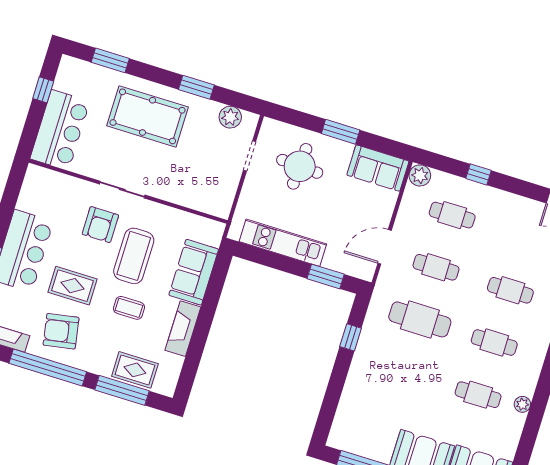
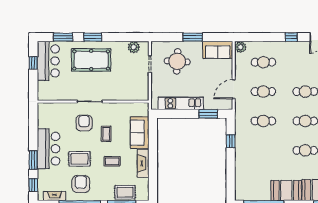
window: (196, 87) -> (93, 37), moved
bar counter: (60, 130) -> (48, 61), moved
window: (478, 174) -> (291, 37), moved
armchair: (100, 225) -> (84, 123), turned 180
coffee table: (134, 256) -> (106, 134), width x0.54, depth x0.58
cafe table: (420, 319) -> (263, 121), width x0.73, depth x0.74
armchair: (61, 331) -> (81, 184), turned 100

